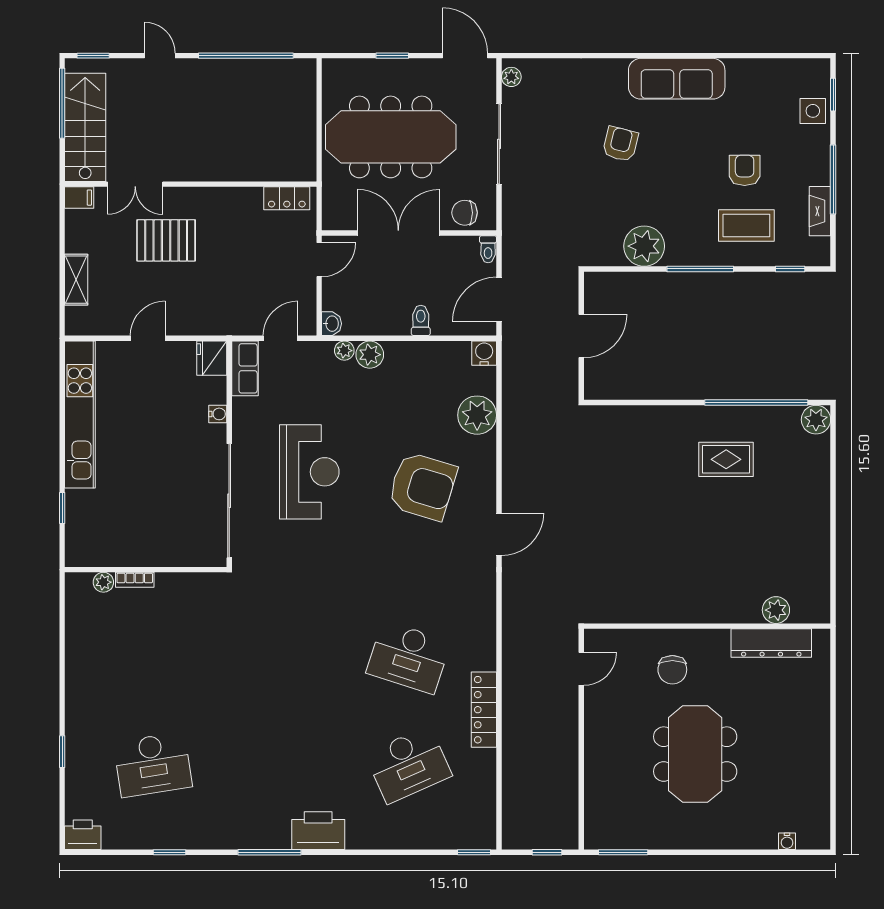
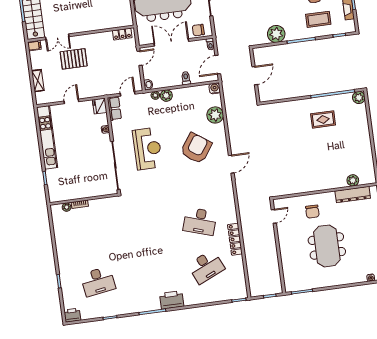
armchair: (422, 486) -> (196, 148), turned -72

